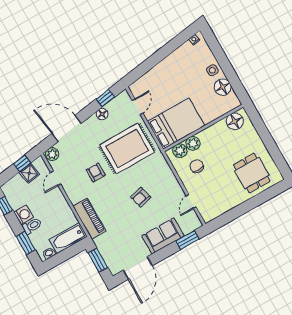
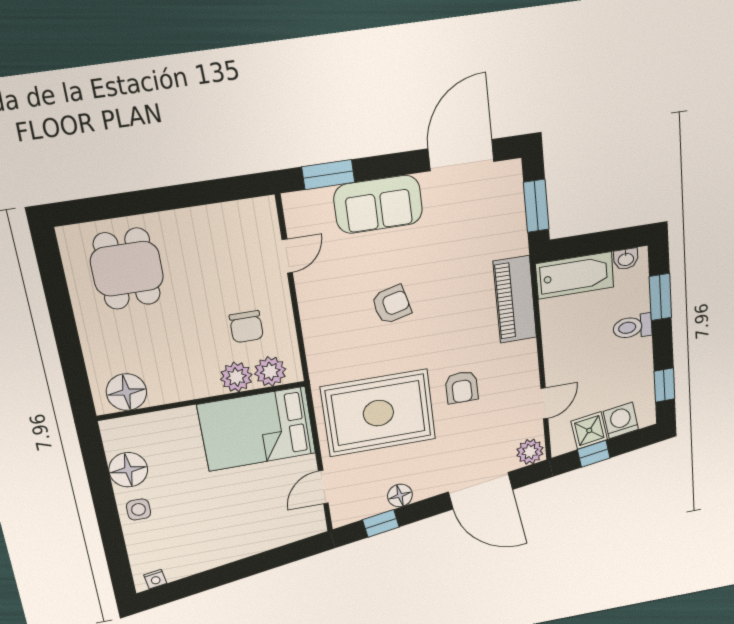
washing machine: (24, 215) -> (621, 420), moved, turned 81

